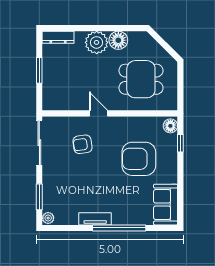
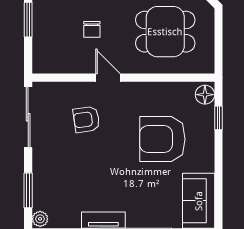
chair: (87, 78) -> (92, 29), added

